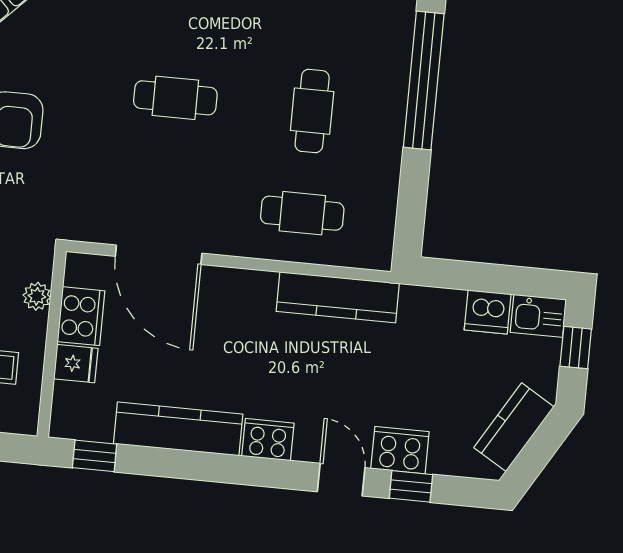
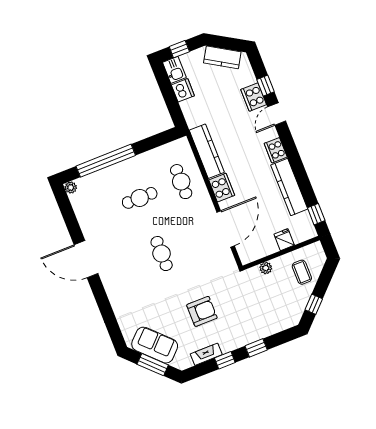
cooker: (81, 316) -> (222, 188), moved, turned 90

